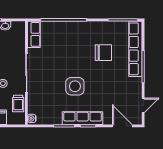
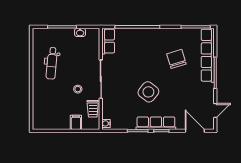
chair: (103, 53) -> (176, 59), turned -107
side table: (75, 86) -> (148, 92), turned 38

